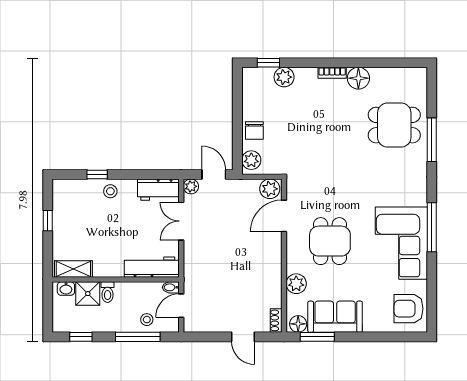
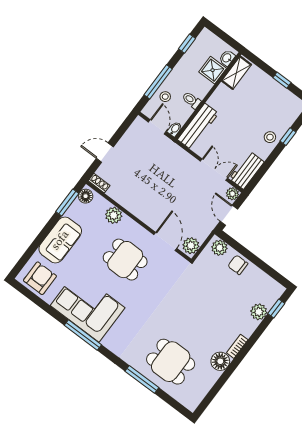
dining table: (394, 125) -> (171, 362), turned 90
door: (214, 174) -> (229, 215), swing flipped
toilet: (108, 292) -> (191, 100), moved
sofa: (335, 317) -> (60, 240), moved

